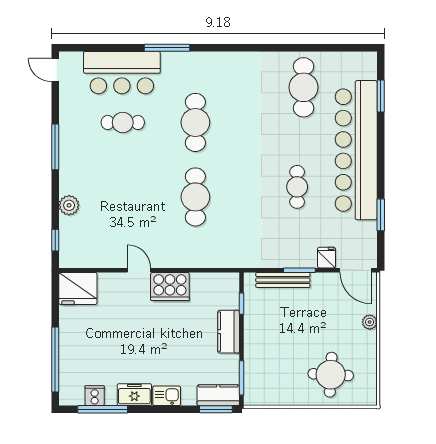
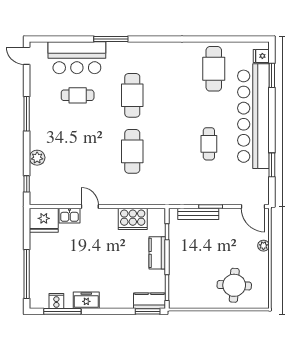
fridge: (327, 258) -> (261, 56), moved, turned -90
cooker: (170, 287) -> (133, 219), moved
kitchen sink: (167, 396) -> (69, 216), moved, turned 180

